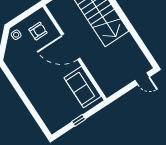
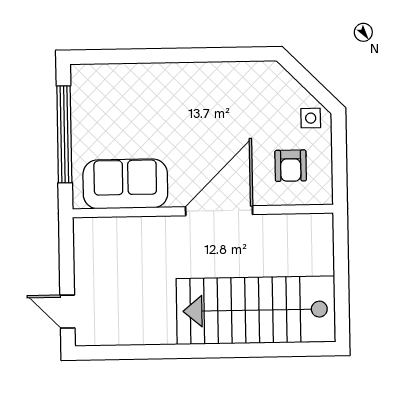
door: (142, 79) -> (67, 312), hinge flipped
window: (79, 120) -> (64, 134), width x3.17

